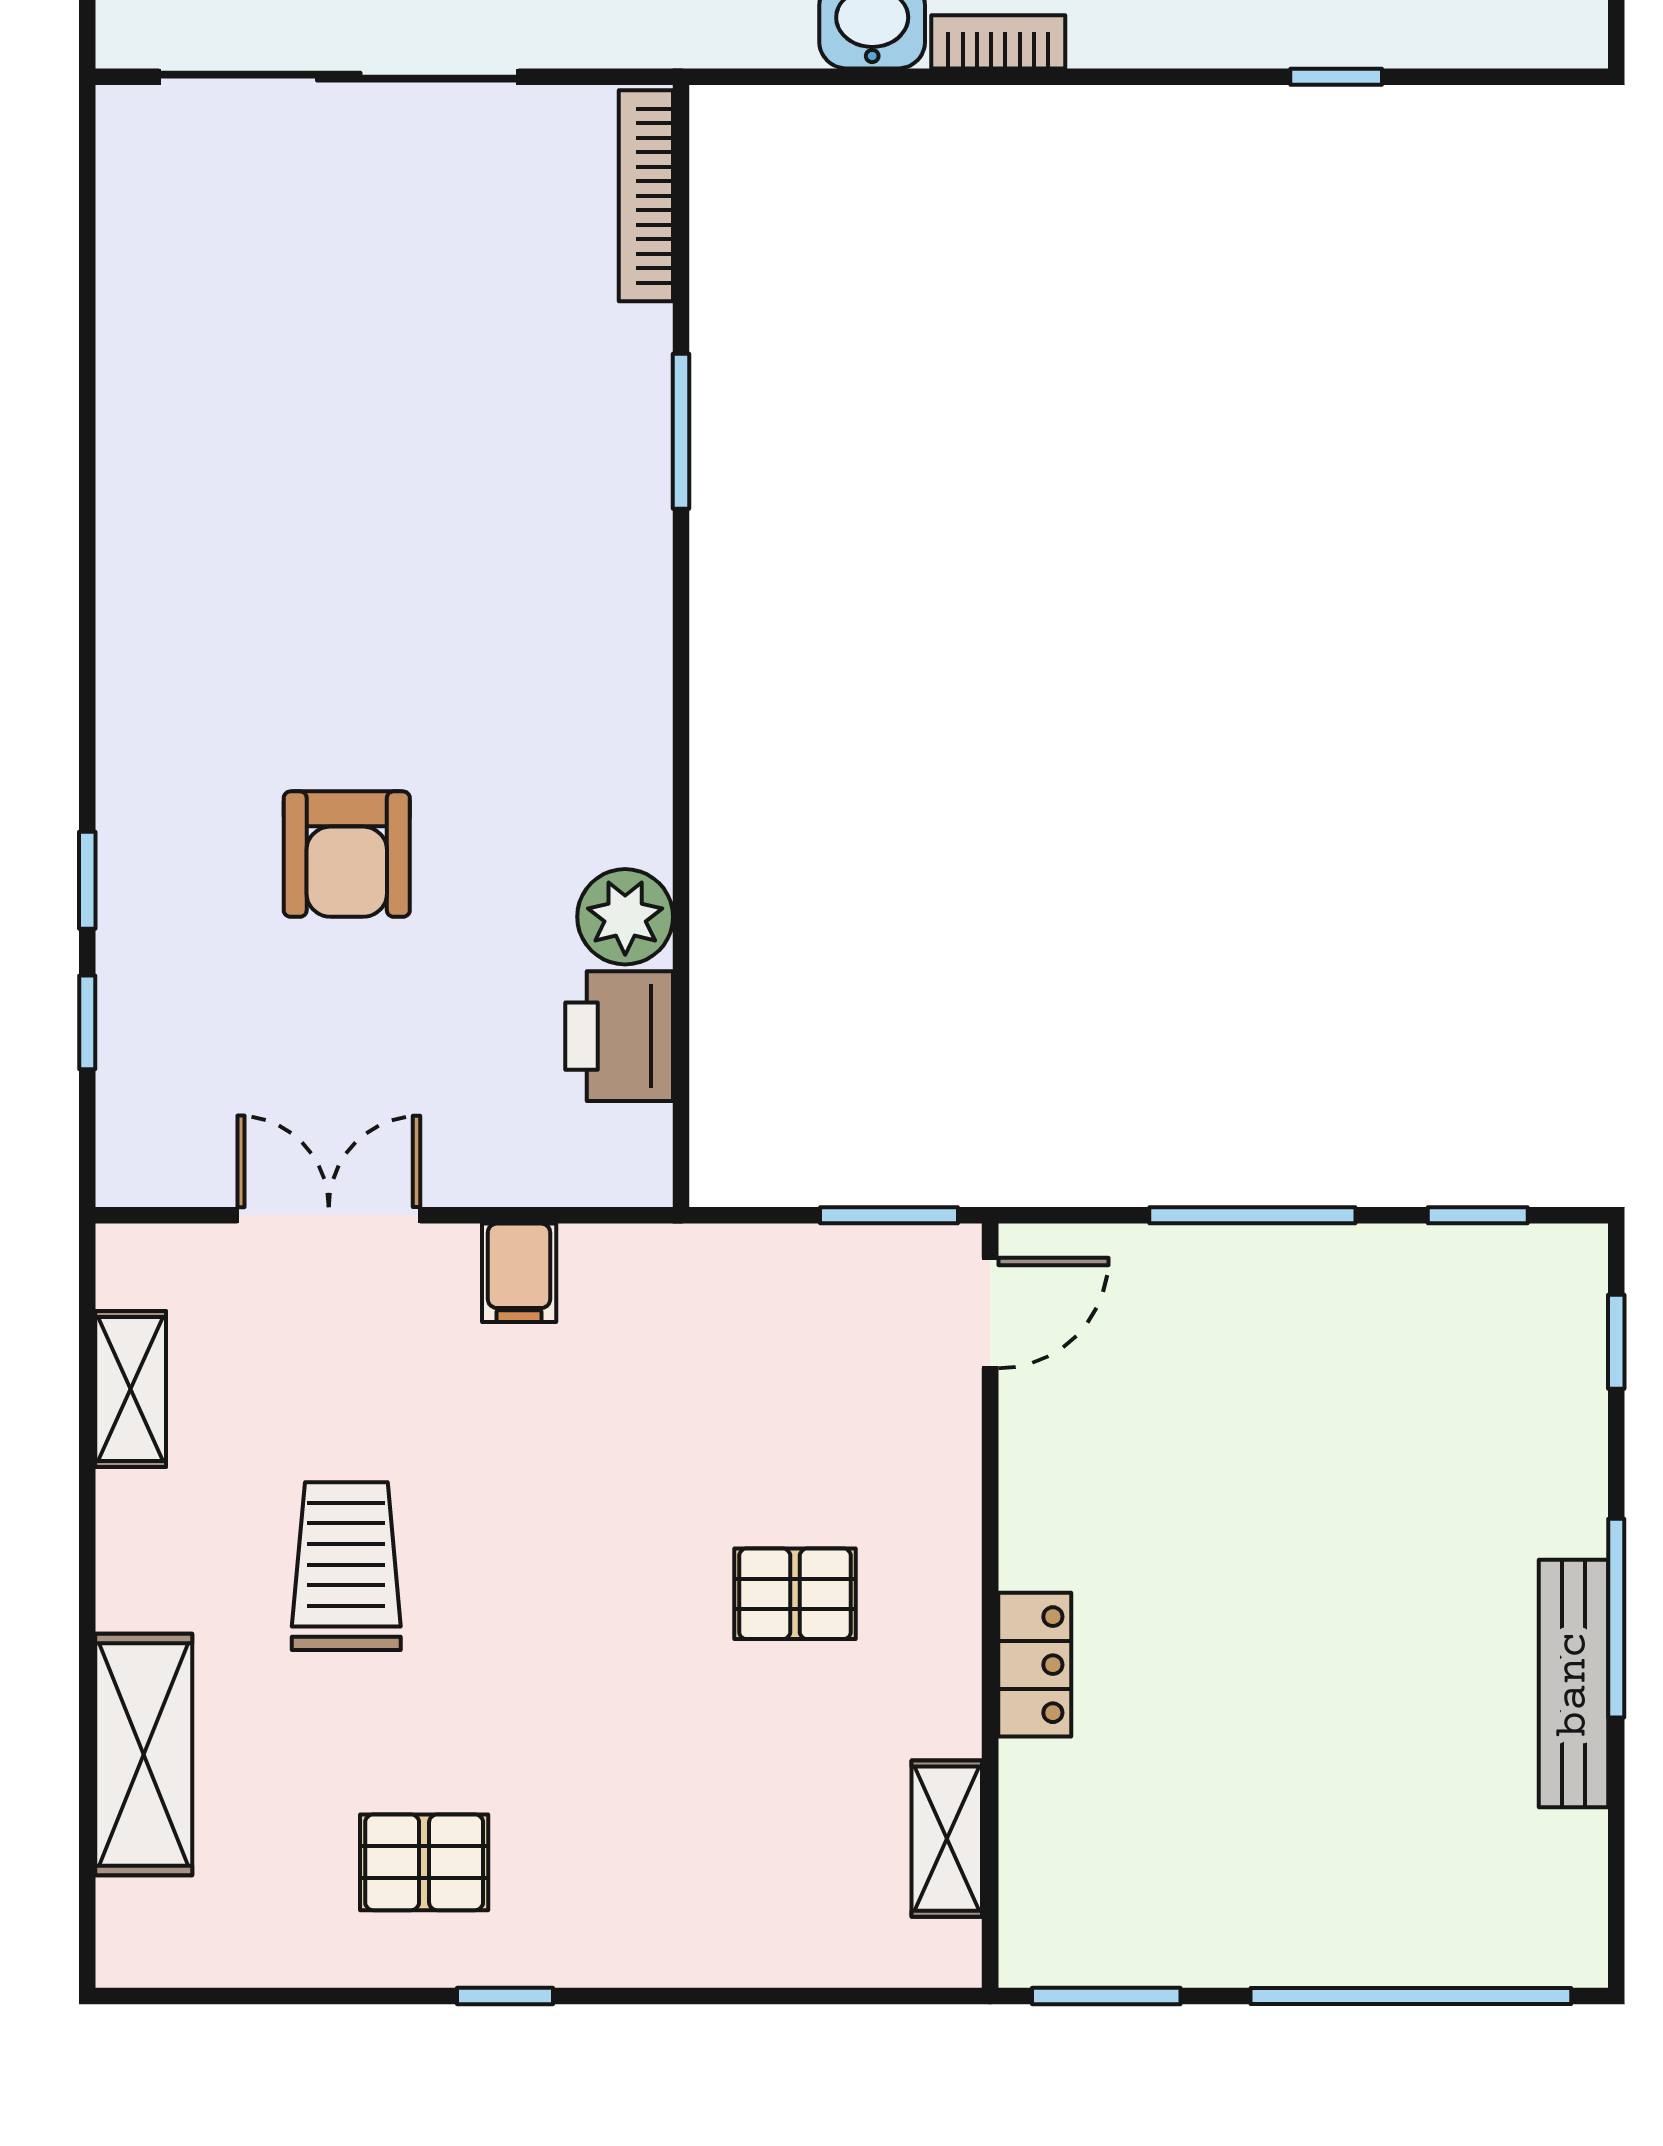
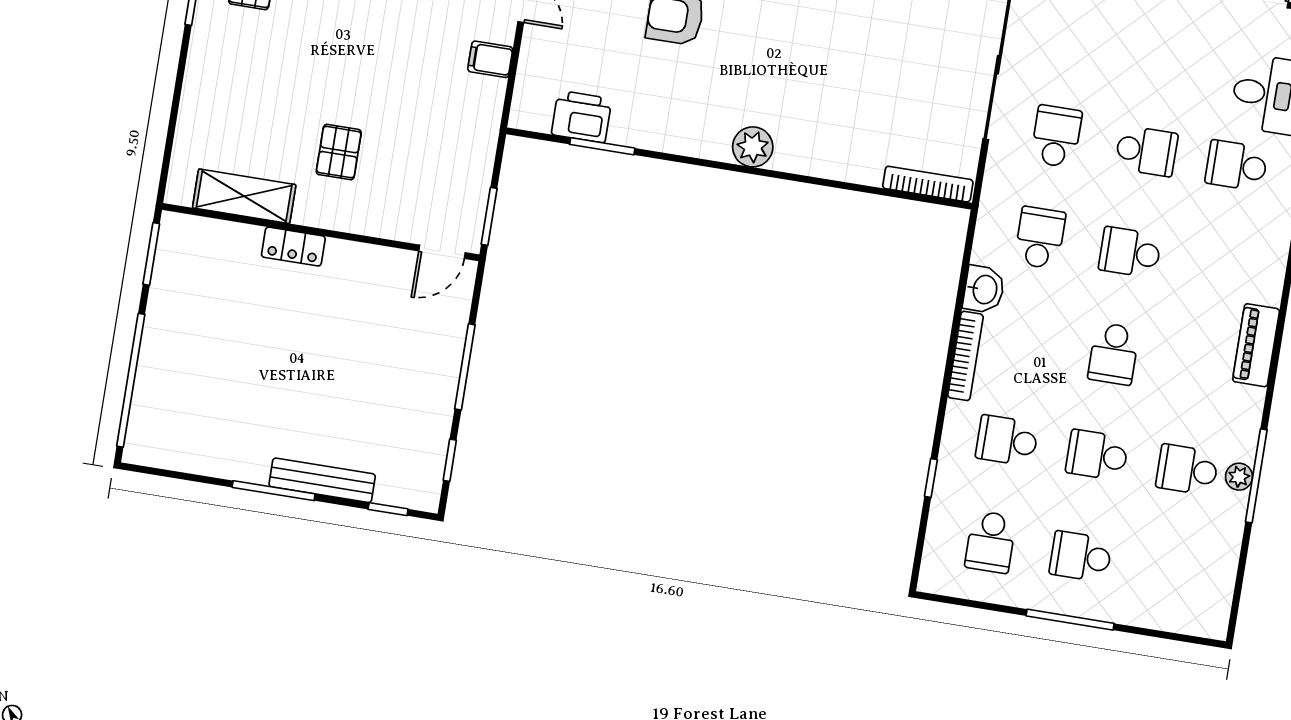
bookcase: (998, 42) -> (965, 356), width x1.56
window: (681, 431) -> (602, 146), moved
plant: (625, 917) -> (753, 147), moved
door: (990, 1313) -> (442, 252), hinge flipped
bench: (1574, 1684) -> (322, 480), moved
shelving: (947, 1839) -> (244, 196), width x1.50, depth x1.33

